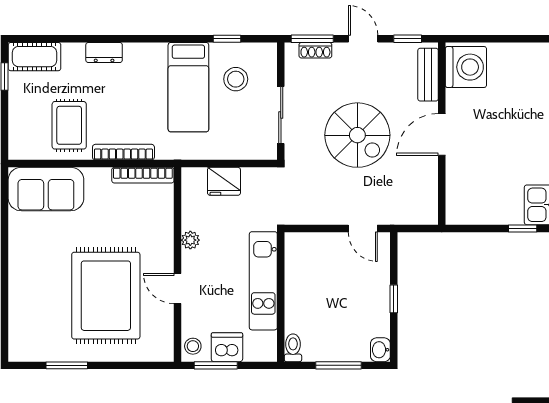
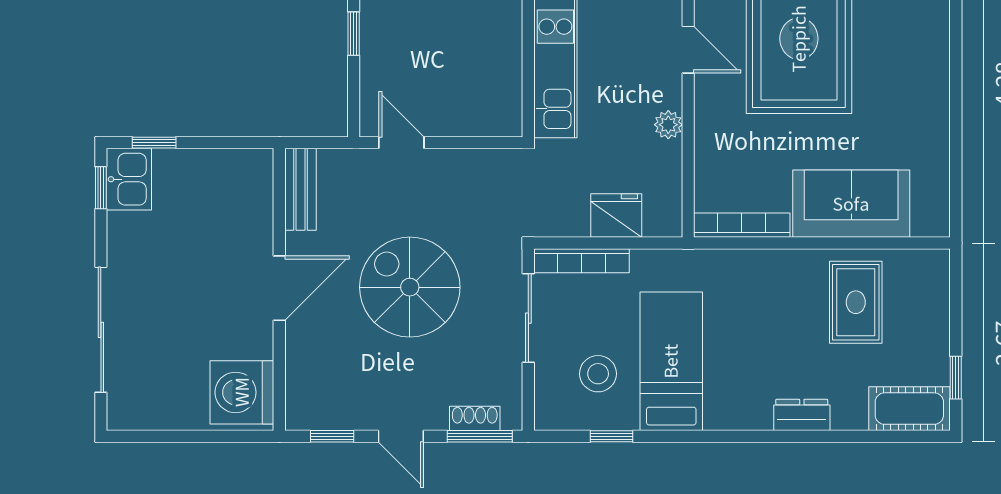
bench: (428, 75) -> (301, 189), moved
bookcase: (123, 152) -> (582, 261), moved
sofa: (46, 189) -> (851, 204), moved

